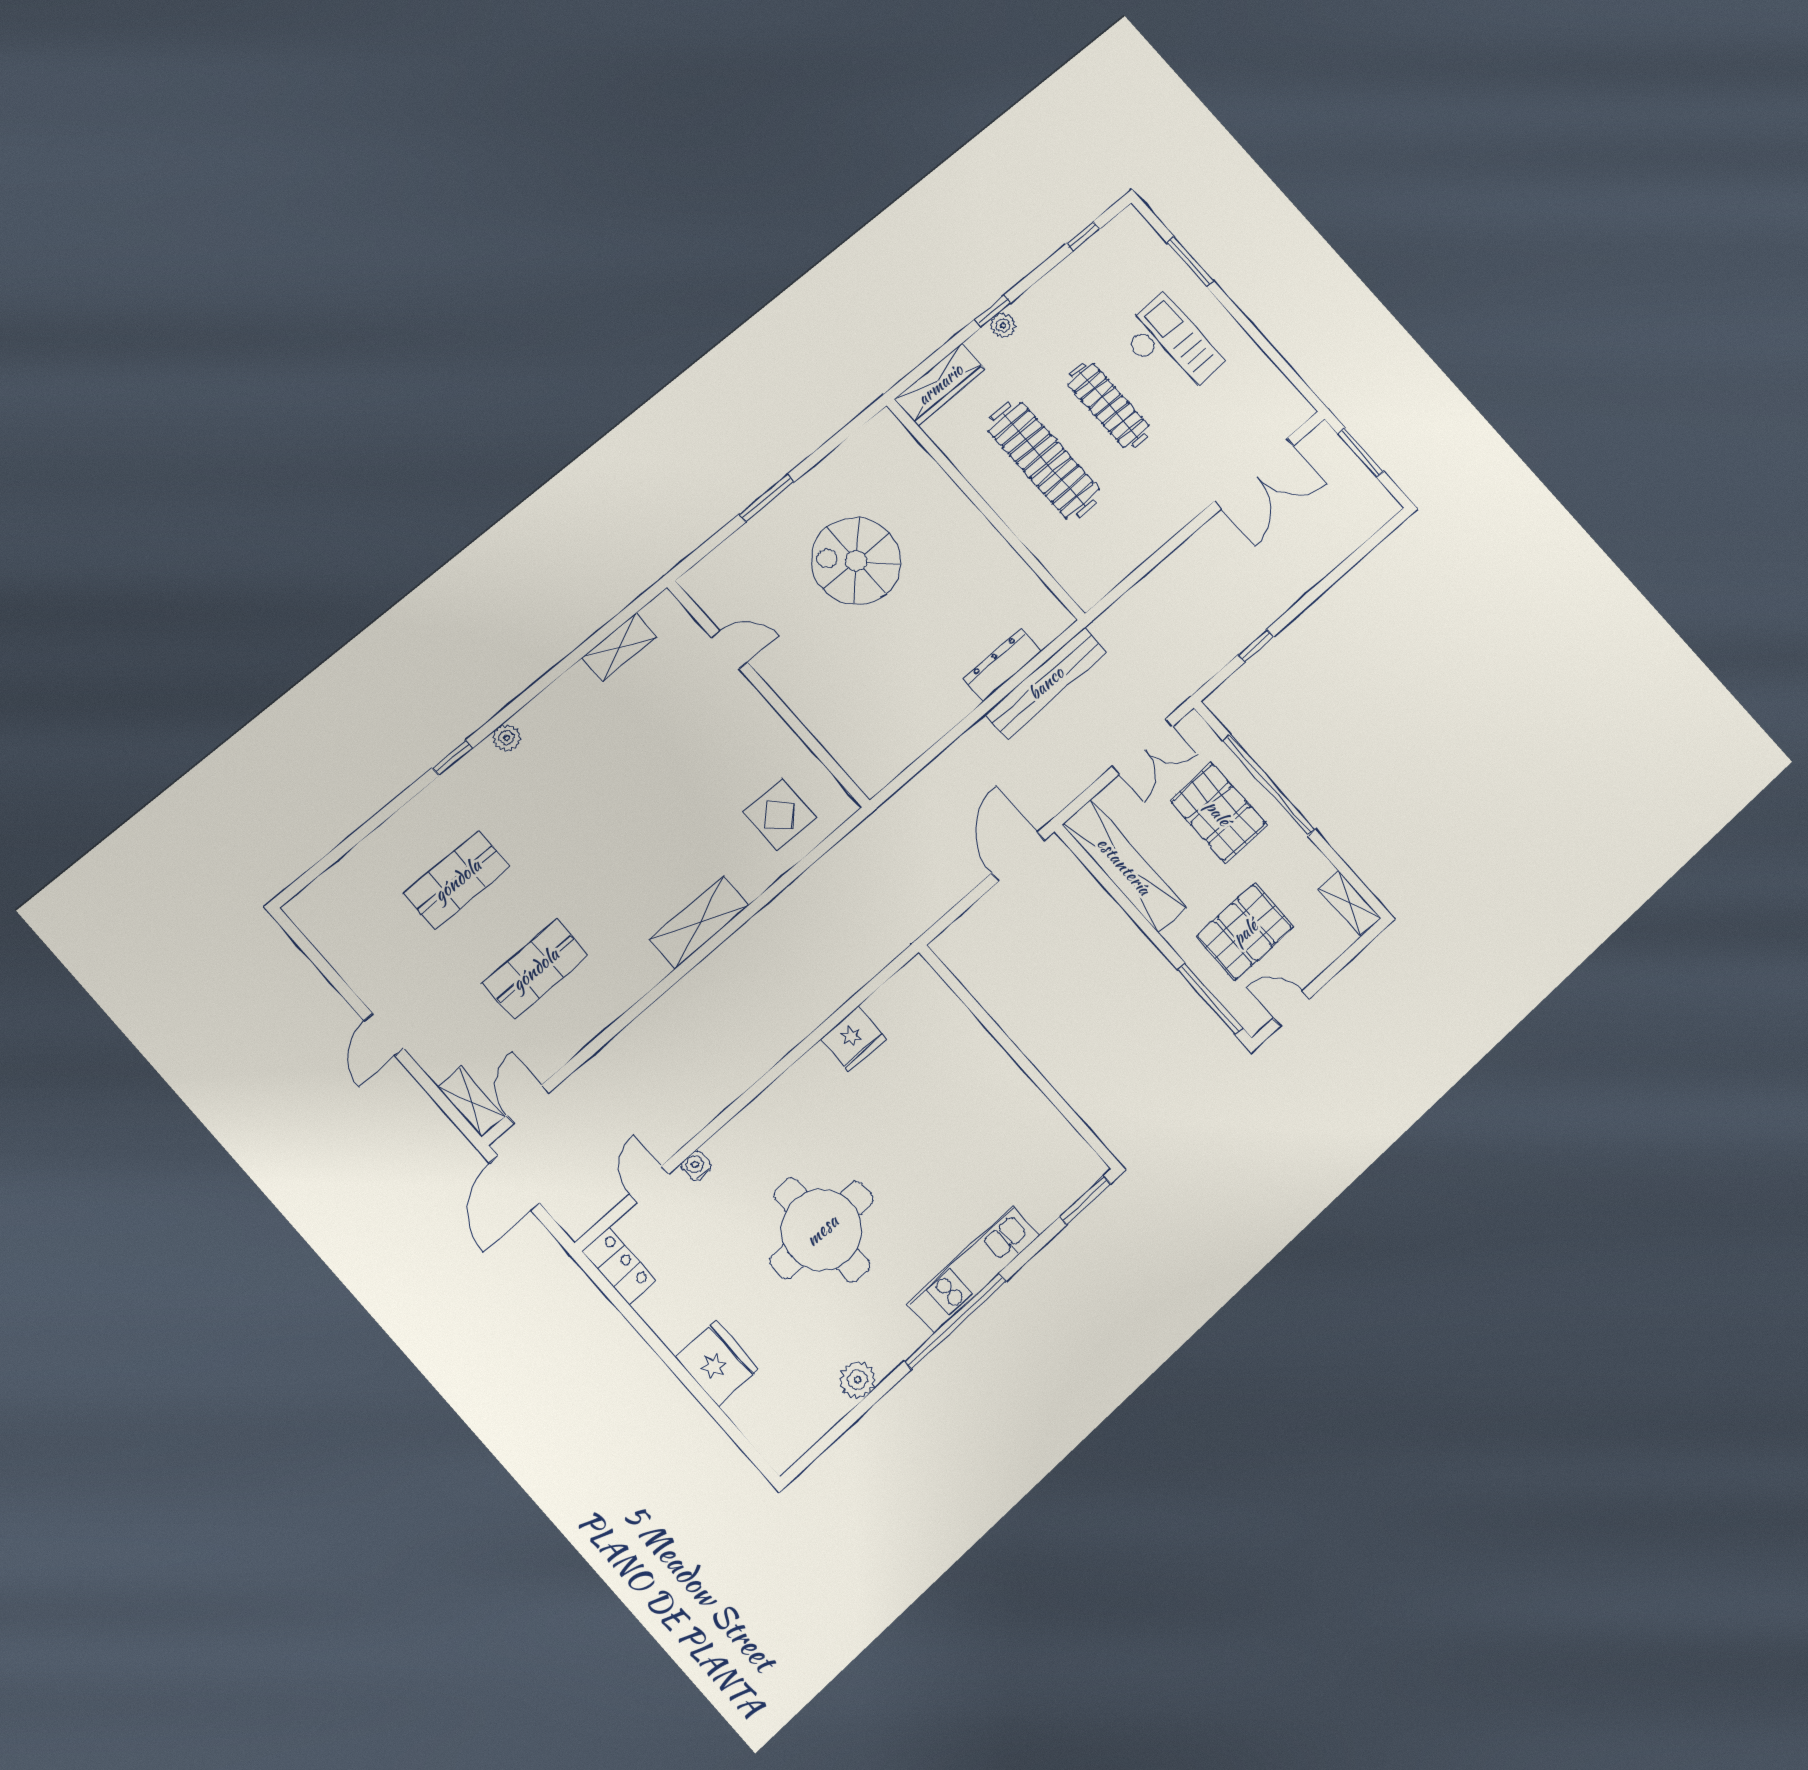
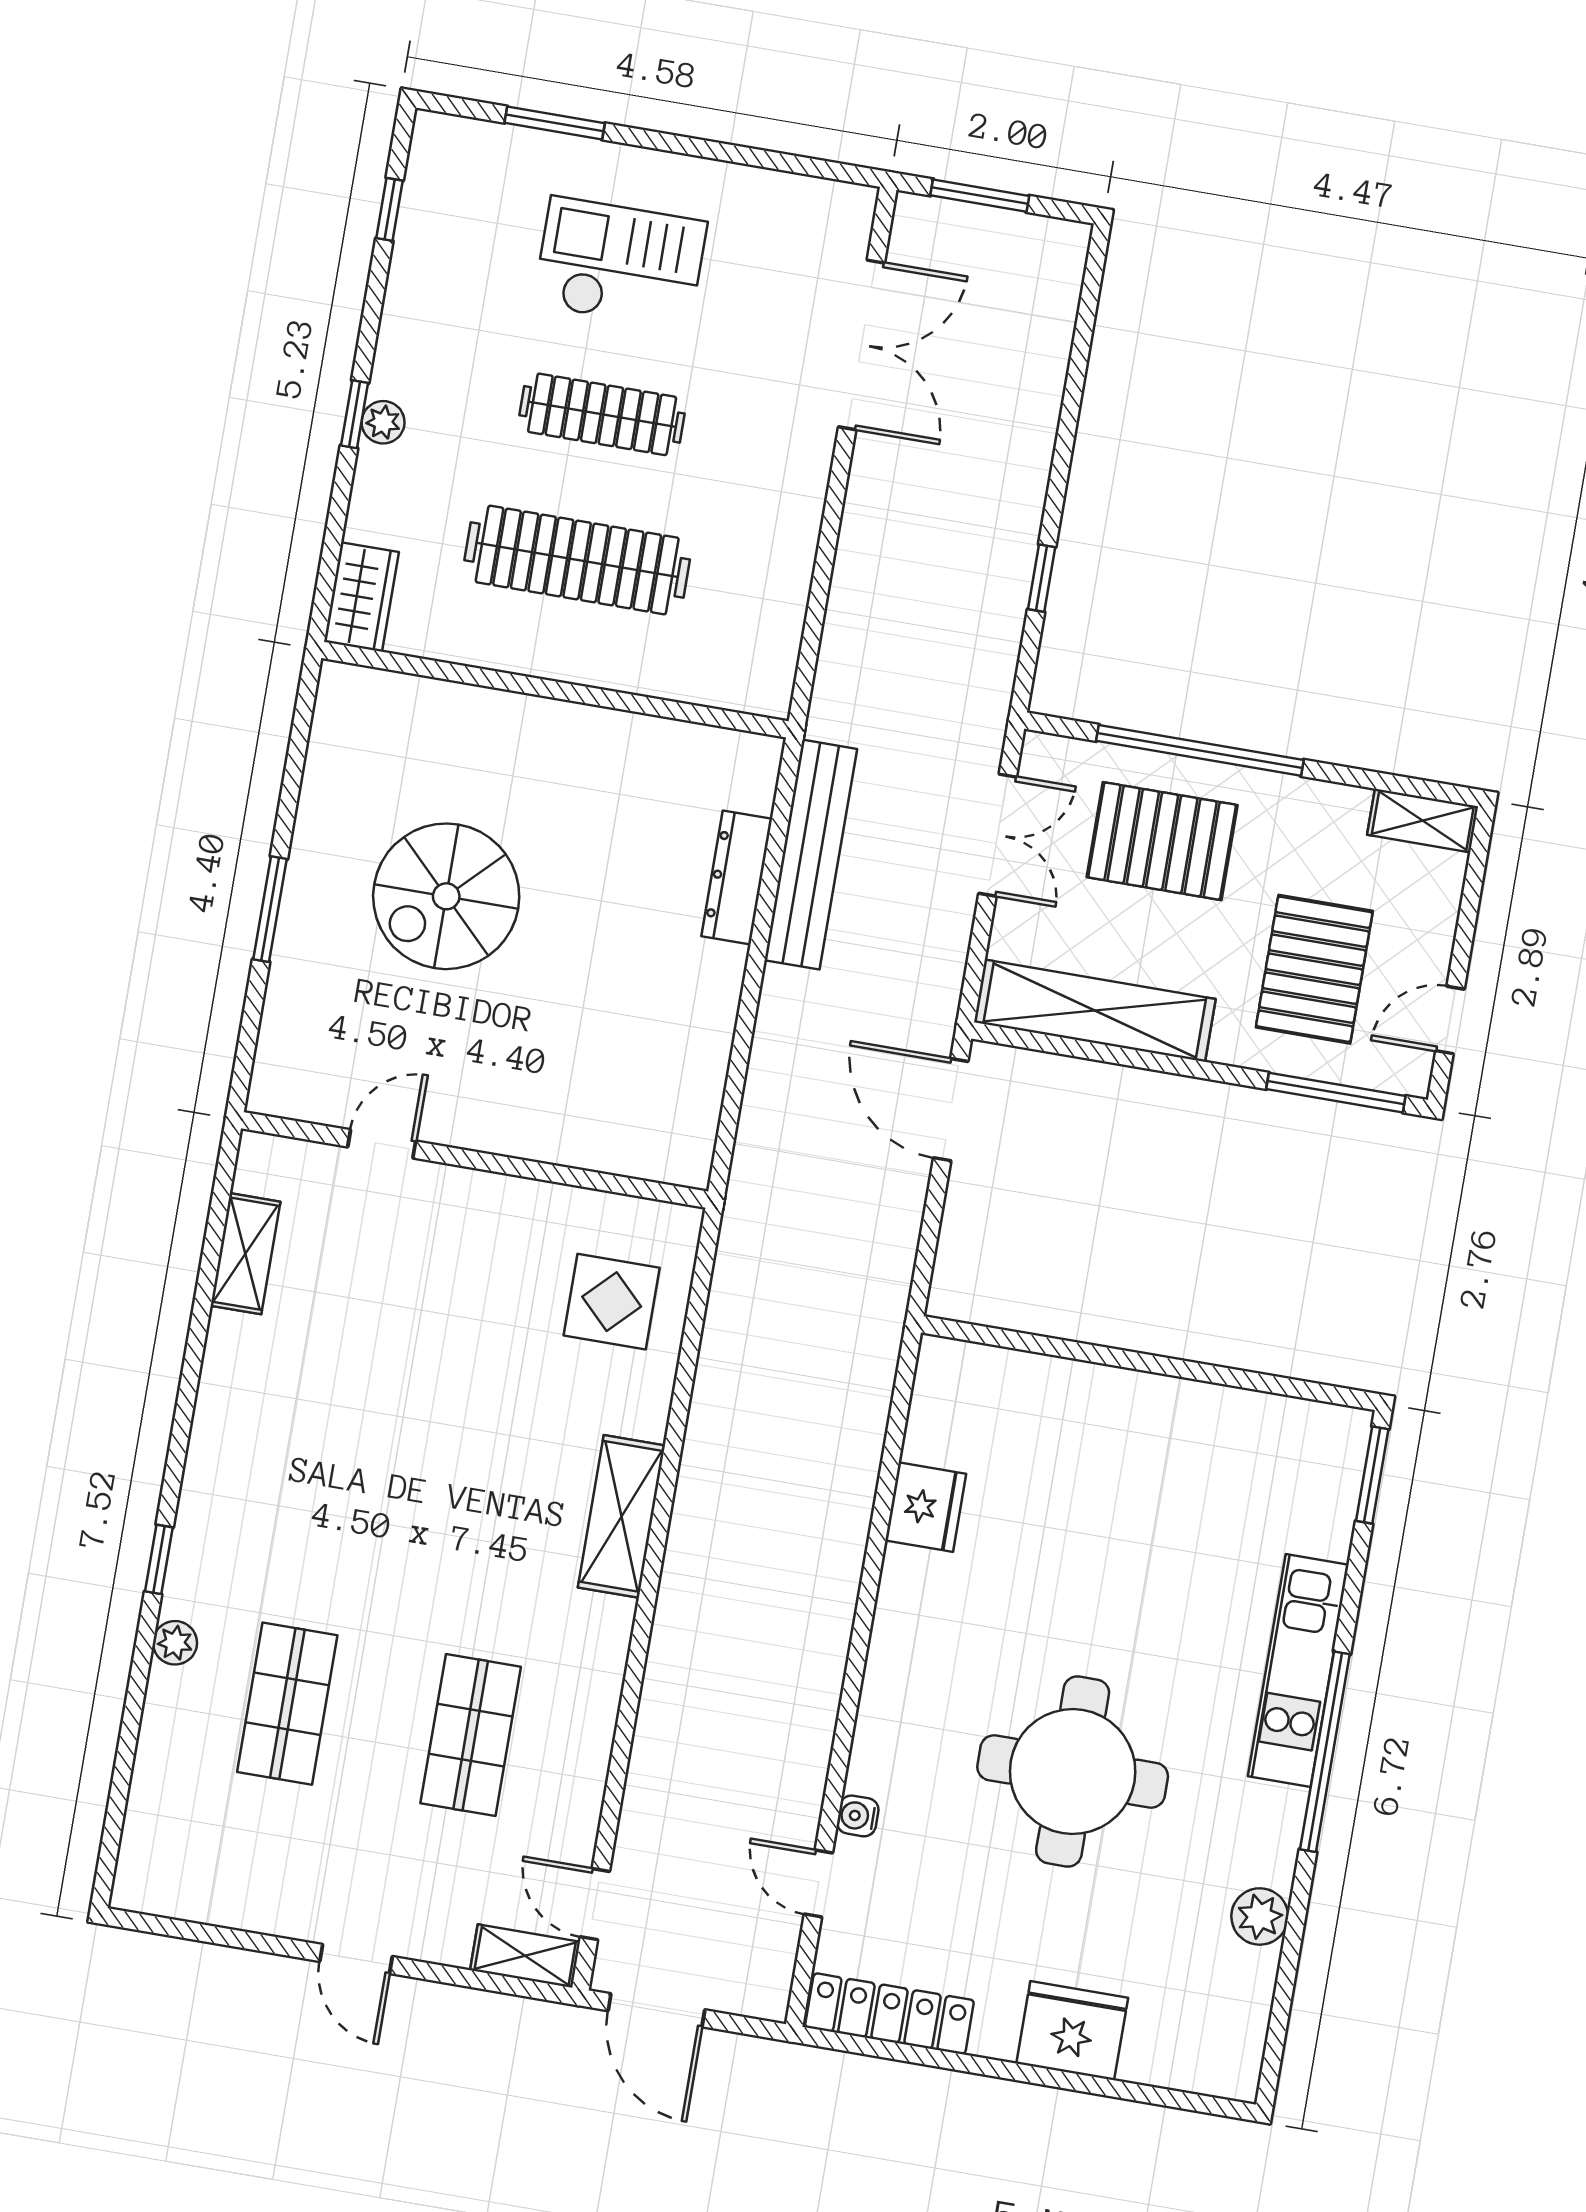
wardrobe: (940, 384) -> (361, 597), width x0.67
plant: (507, 738) -> (175, 1643), moved
locker: (619, 1266) -> (889, 2014), width x1.53

